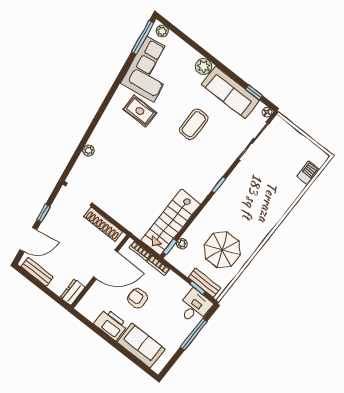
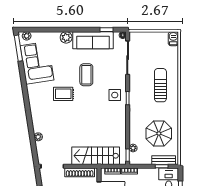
rug: (140, 111) -> (63, 94), moved
side table: (207, 170) -> (115, 95), added
barbecue: (308, 173) -> (173, 39), moved
sun lounger: (265, 199) -> (160, 85), added
stairs: (171, 222) -> (96, 156), moved, turned 90

